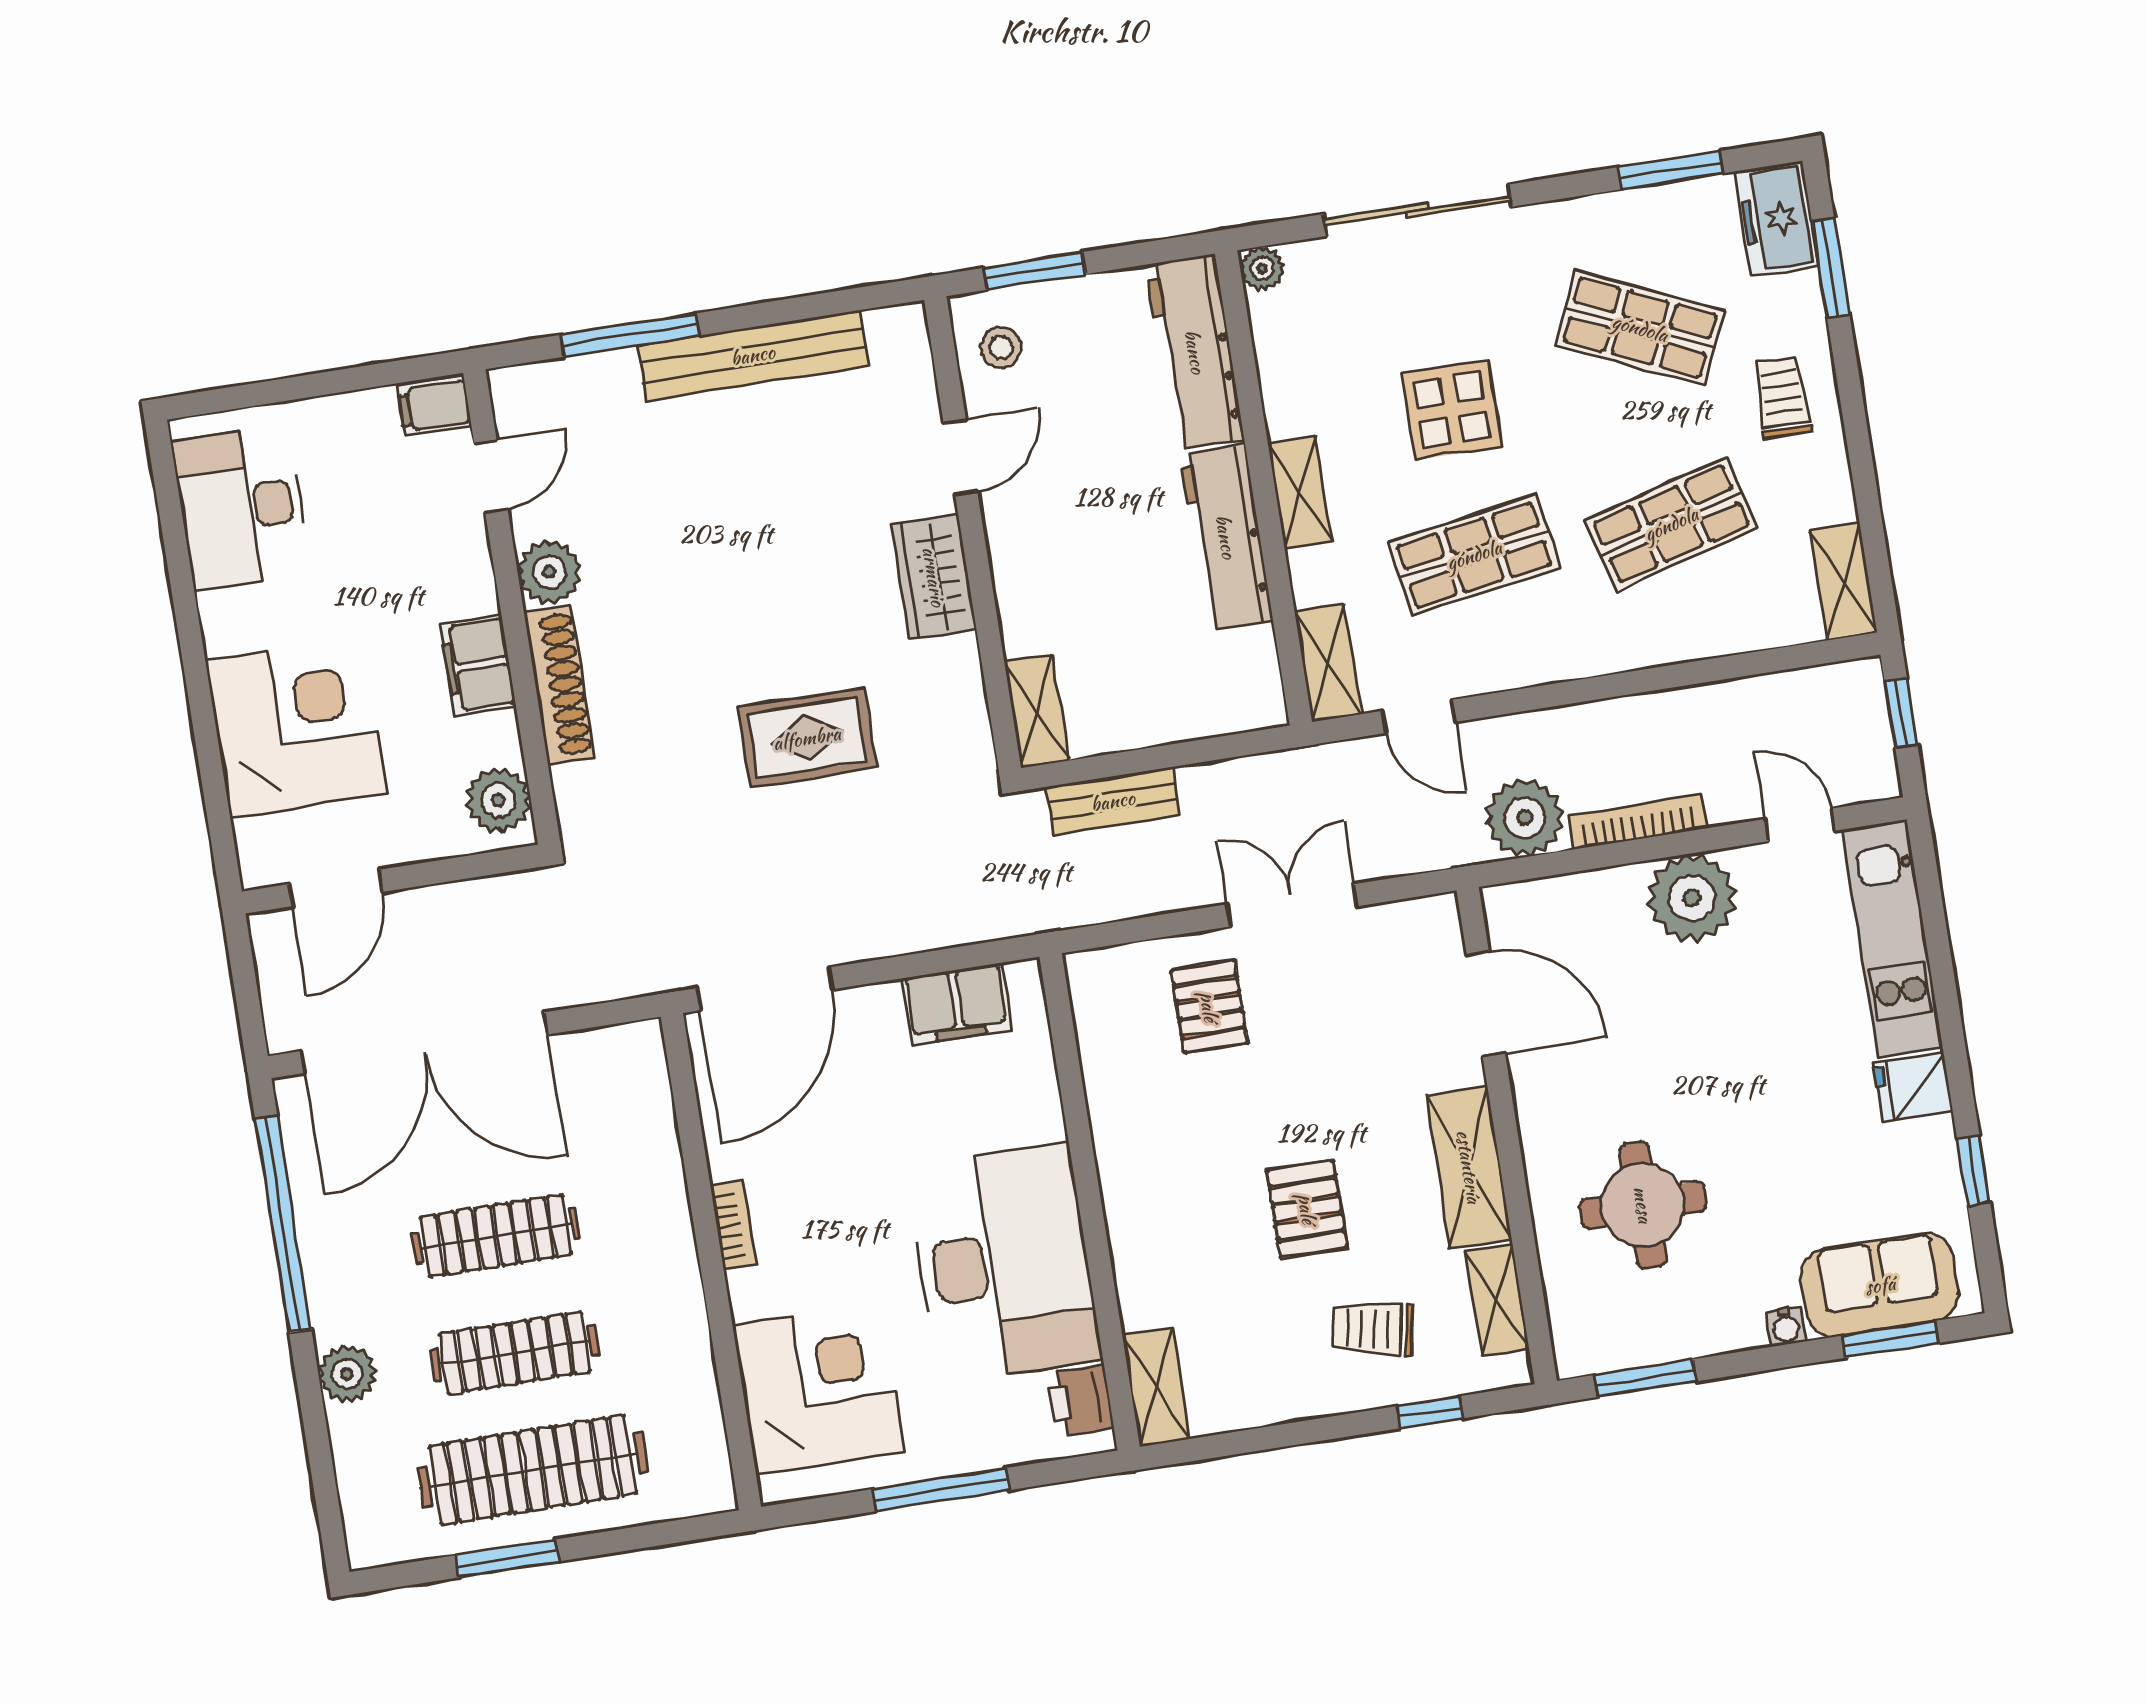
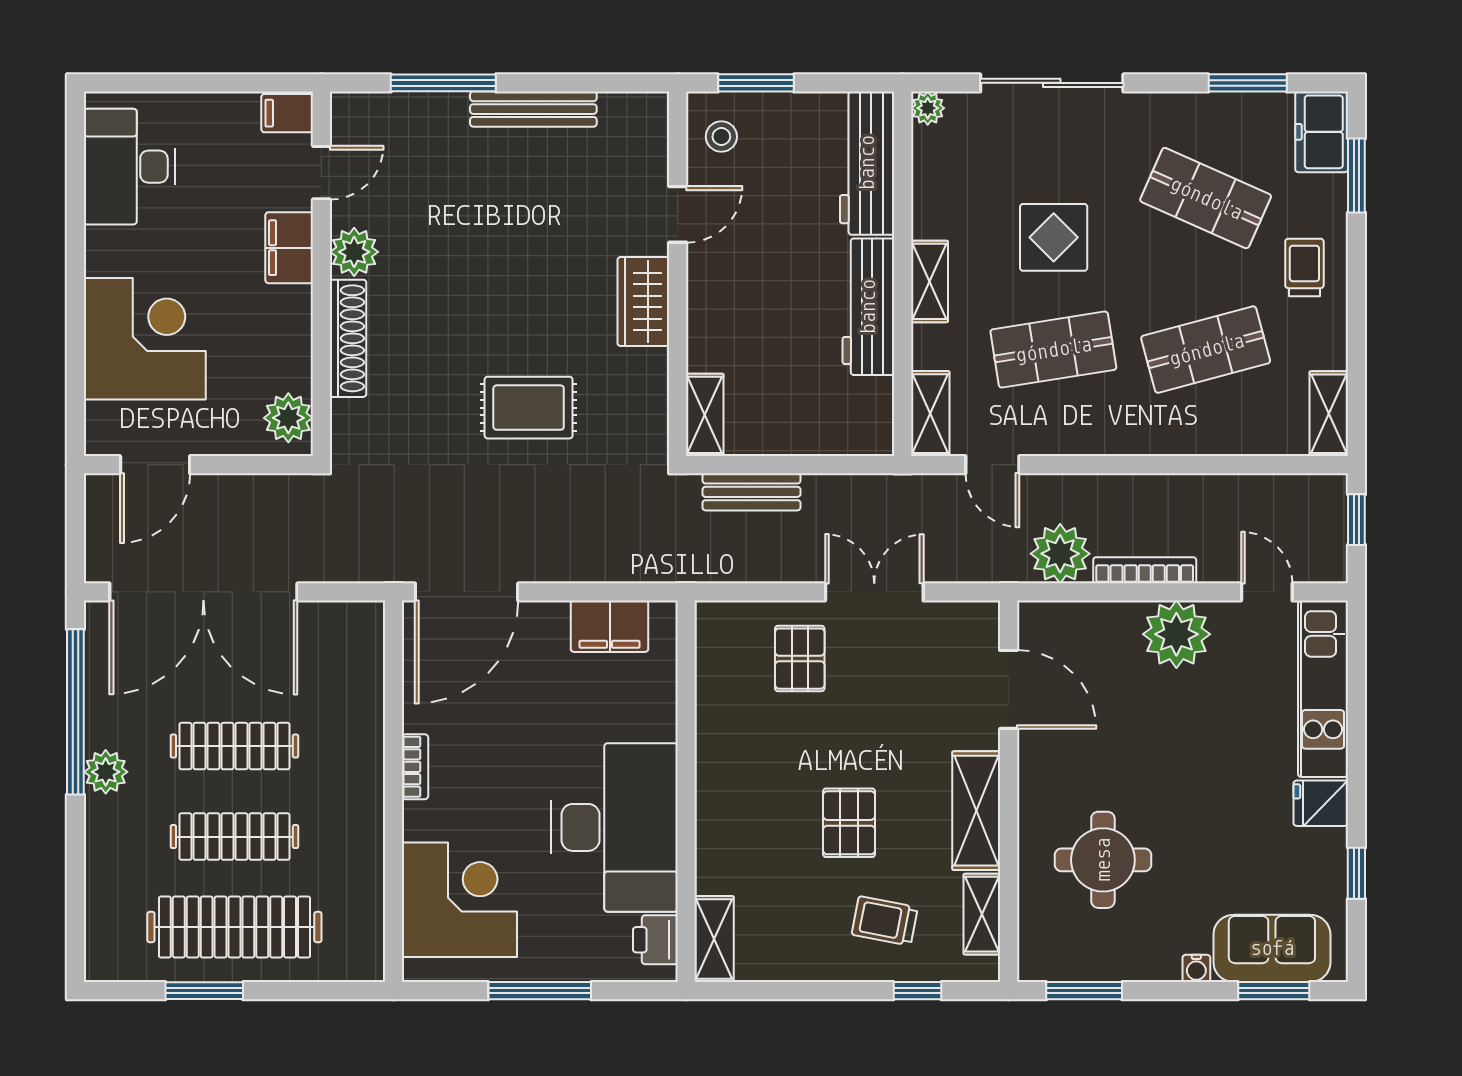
bench: (753, 355) -> (533, 109), width x0.73, depth x0.82
filing cabinet: (478, 665) -> (289, 248), moved
plant: (347, 1374) -> (106, 772), moved

